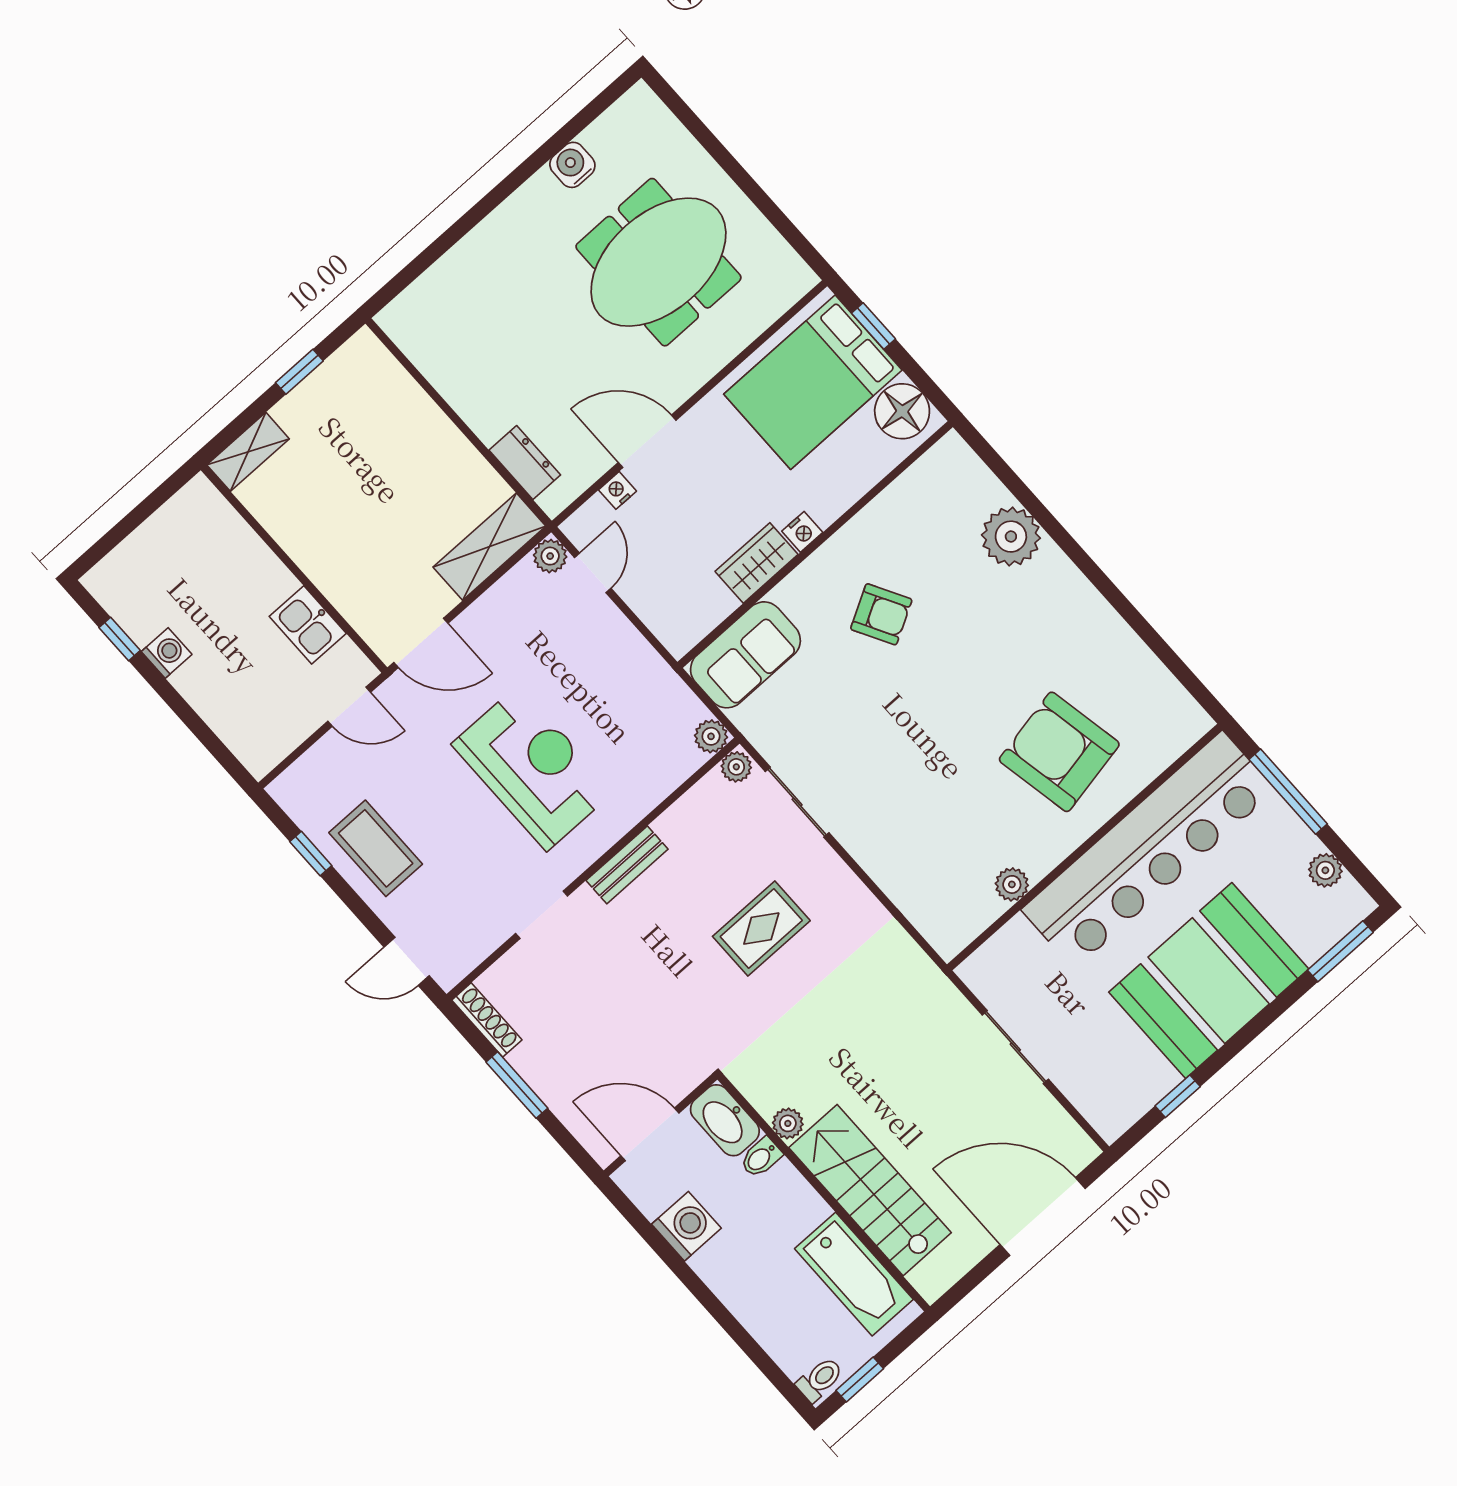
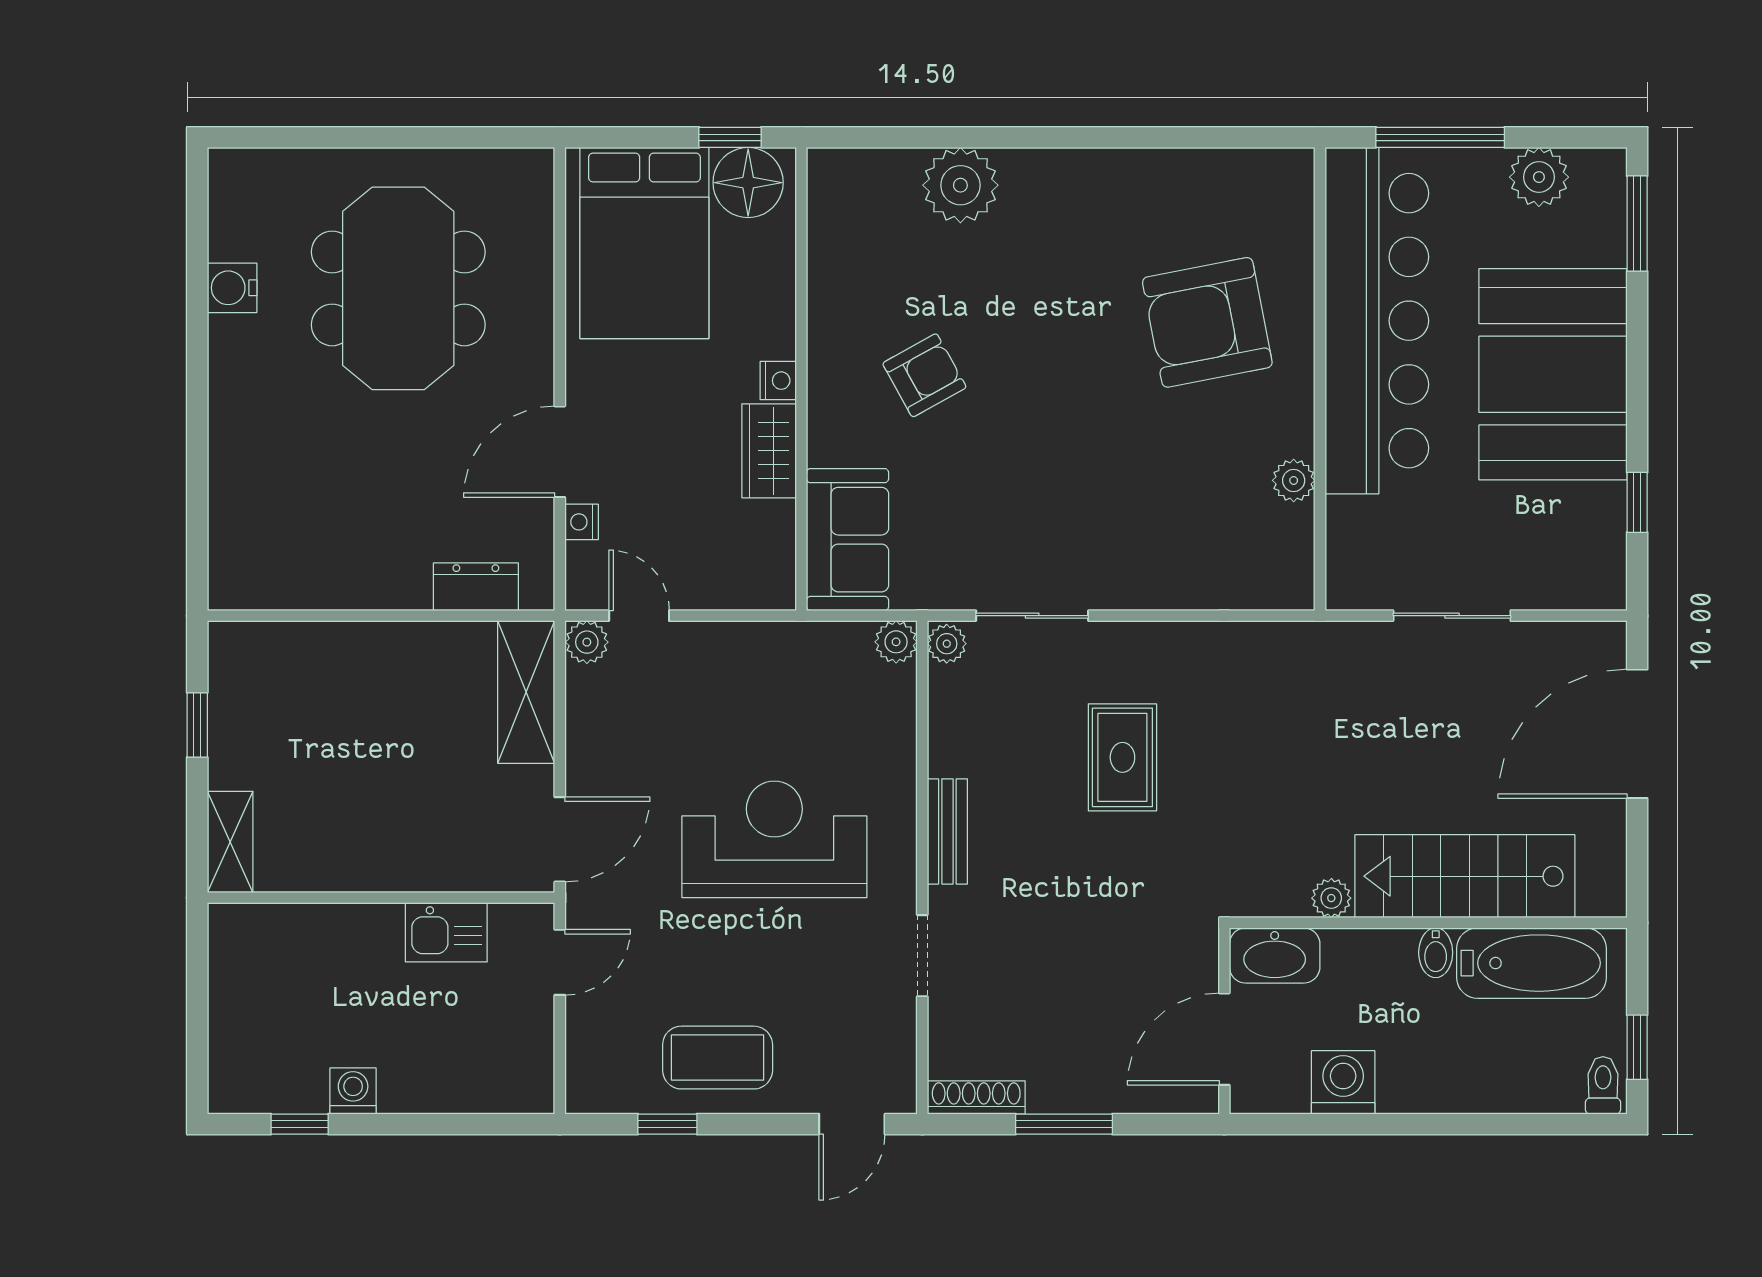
window: (873, 326) -> (730, 137), moved
plant: (1325, 870) -> (1539, 177), width x1.38, depth x1.38
bidet: (761, 1158) -> (1436, 953), moved

